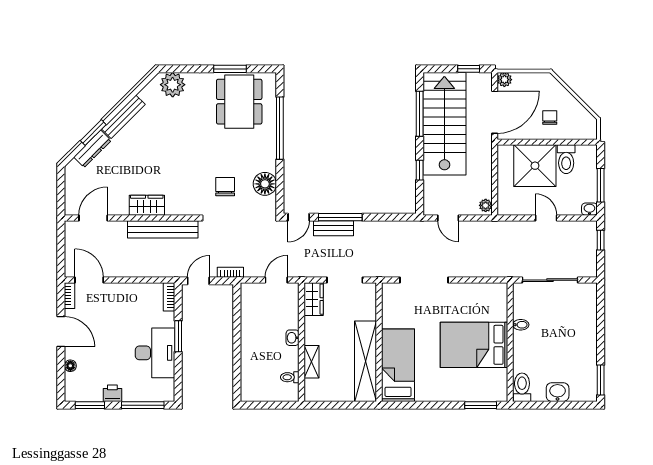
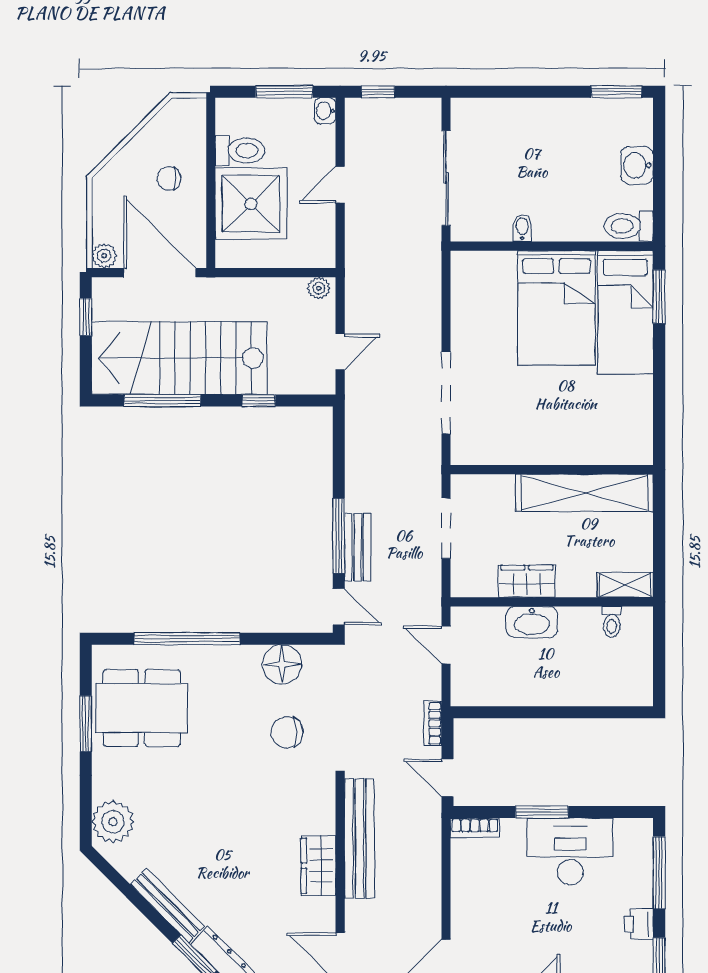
wardrobe: (314, 299) -> (527, 581), moved
washbasin: (292, 338) -> (532, 622), width x1.91, depth x1.45
shelving: (311, 362) -> (625, 585), moved
bed: (398, 365) -> (625, 312), moved, turned -90

